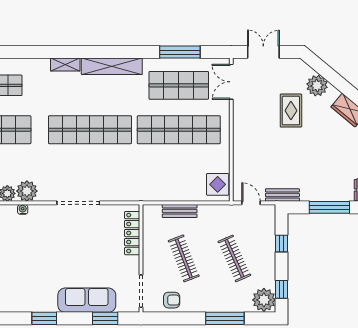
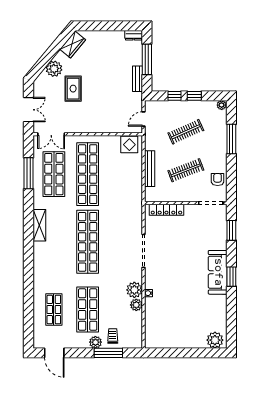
double door: (263, 52) -> (29, 110), swing flipped
shelving: (65, 65) -> (38, 261), removed
shelving: (112, 66) -> (39, 225), width x0.68
rug: (291, 111) -> (73, 89), turned 90
bench: (282, 195) -> (137, 79), moved
bench: (180, 211) -> (150, 169), width x1.36
window: (282, 289) -> (194, 96), moved
sofa: (87, 300) -> (218, 272), moved
plant: (264, 300) -> (222, 105), width x0.53, depth x0.53

